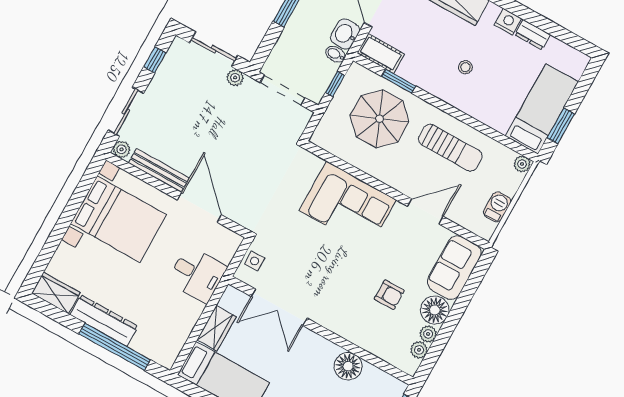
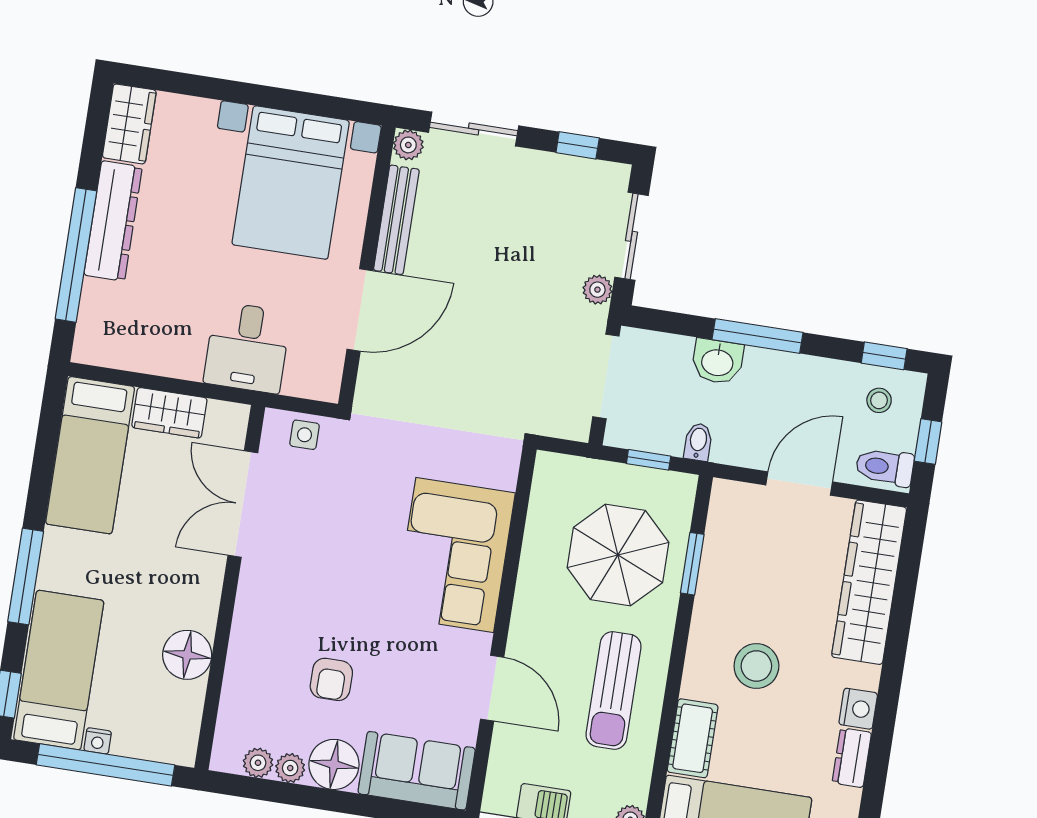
washbasin: (345, 34) -> (717, 361), moved, turned 180
cot: (381, 53) -> (693, 738), moved
stool: (465, 67) -> (756, 666), width x1.89, depth x1.89

